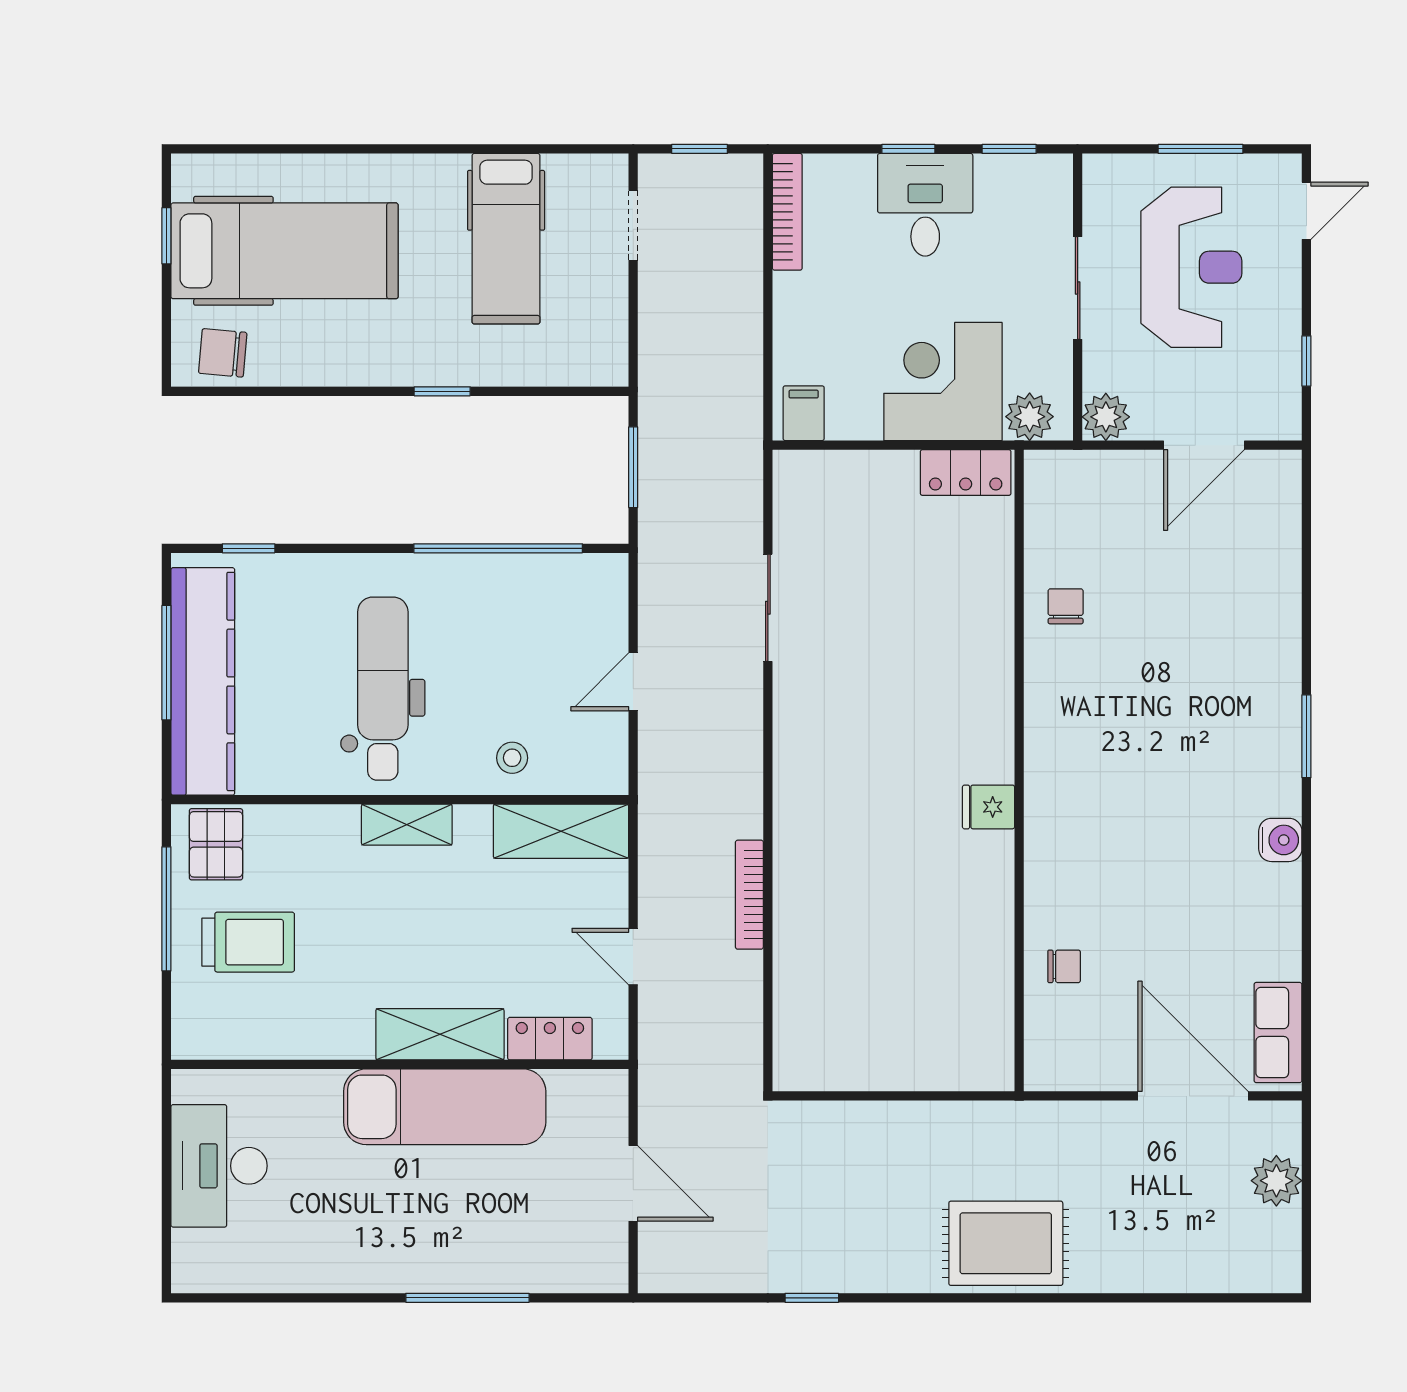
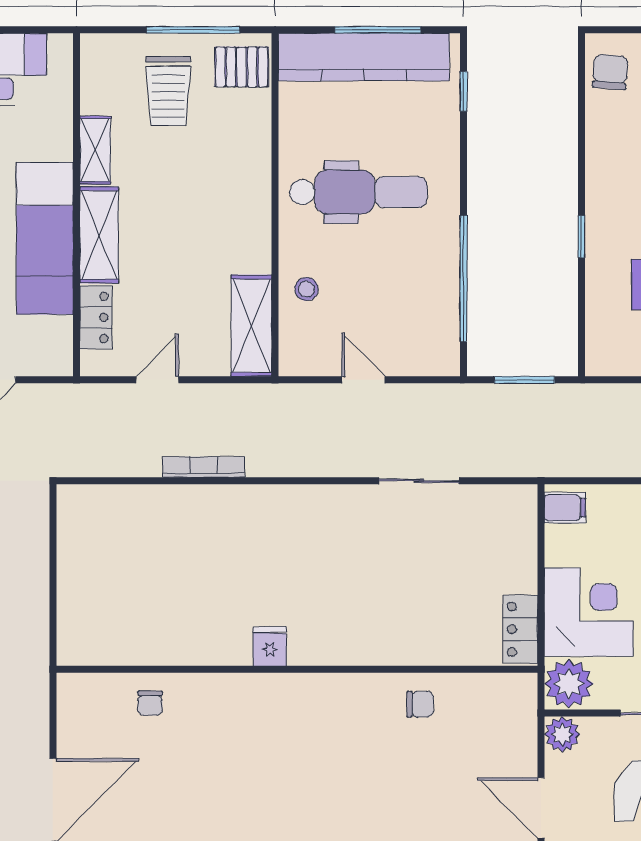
plant: (1030, 417) -> (569, 684), width x1.36, depth x1.36
shelving: (407, 825) -> (95, 150), moved

